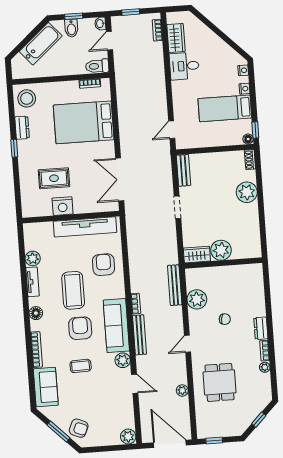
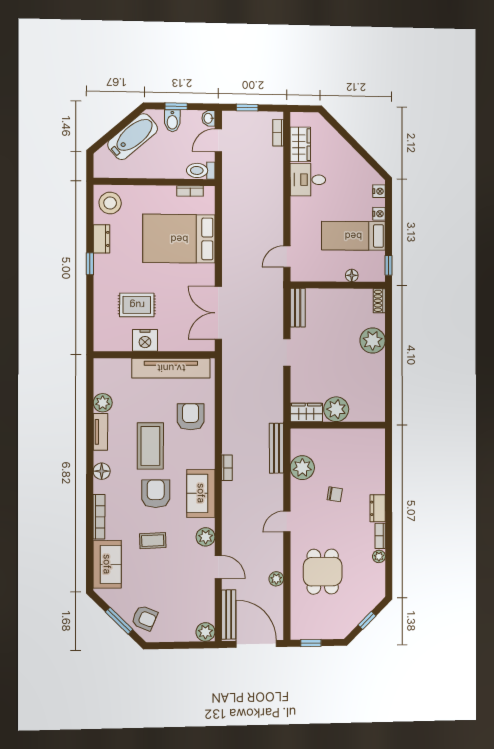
floor lamp: (248, 139) -> (352, 275), moved
sofa: (116, 326) -> (201, 493), width x0.73
bench: (139, 335) -> (229, 614), moved

